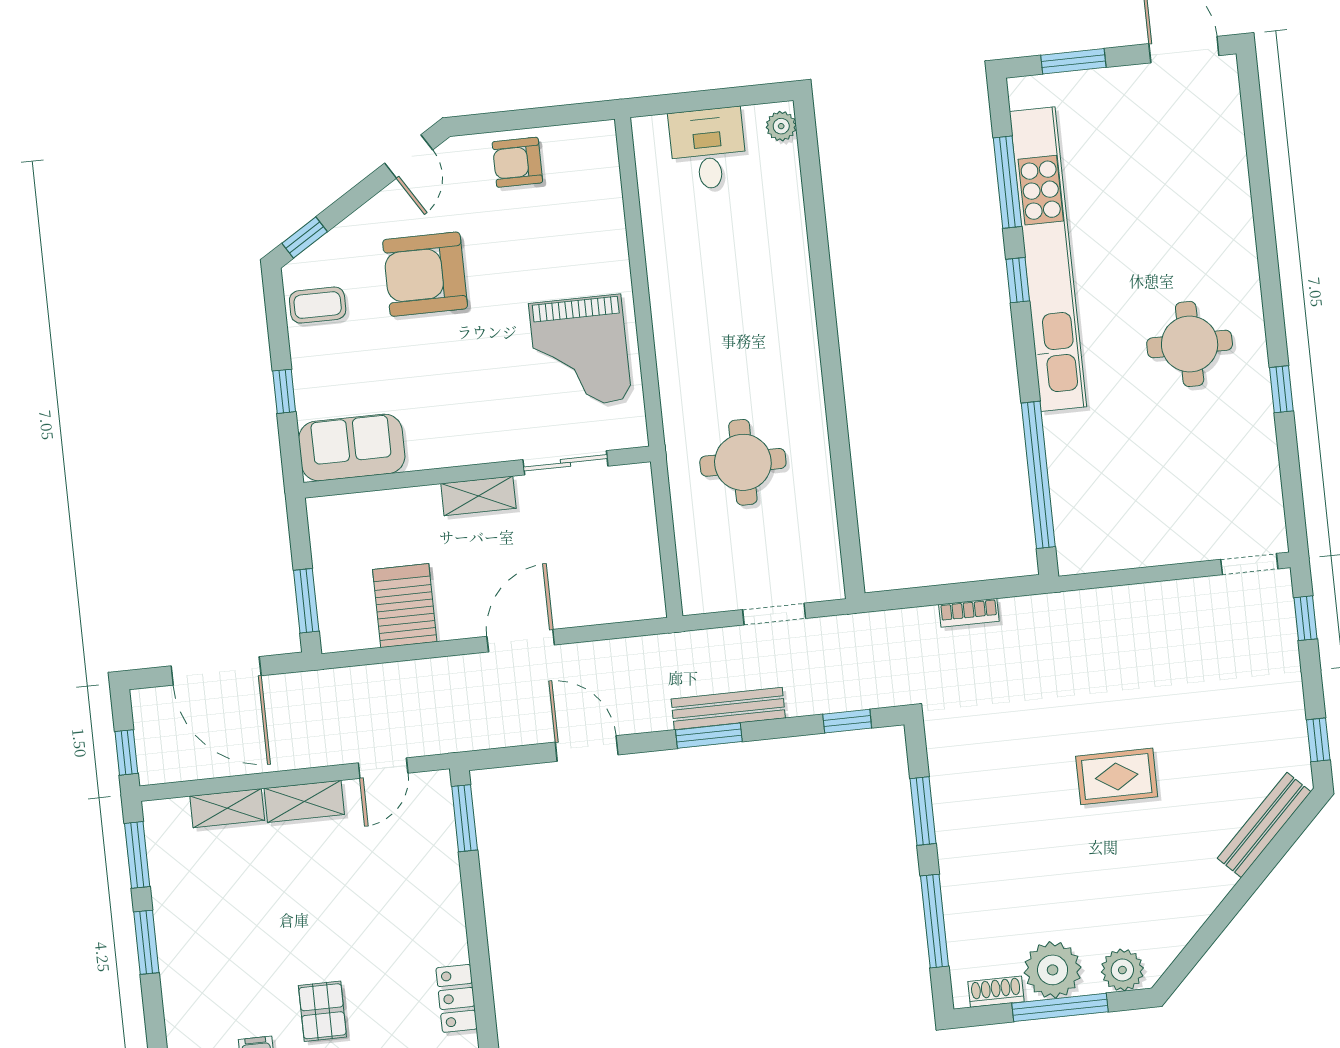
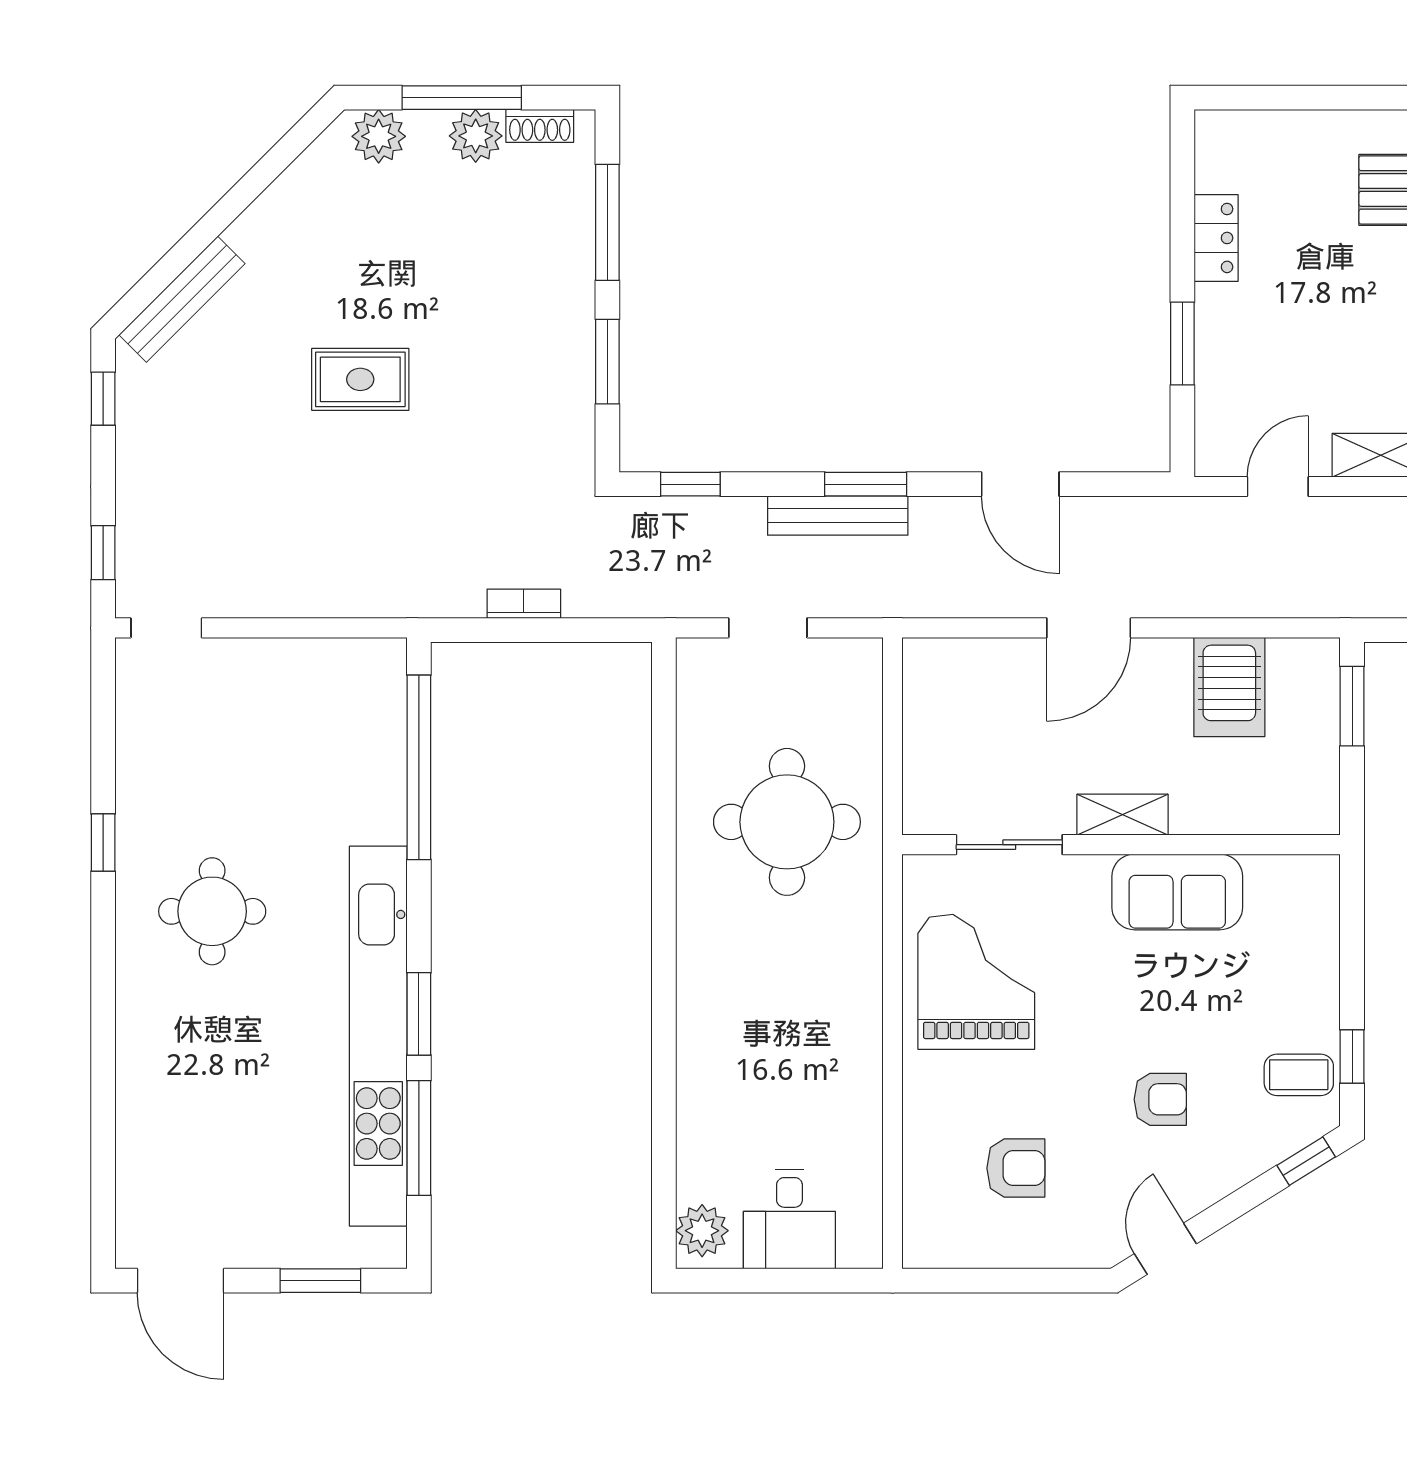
plant: (781, 126) -> (702, 1231), width x1.38, depth x1.38
armchair: (517, 162) -> (1016, 1168), moved
armchair: (425, 274) -> (1160, 1099), width x0.53, depth x0.53
window: (1018, 280) -> (419, 1014), width x1.50
window: (284, 391) -> (1352, 1056), moved
sofa: (352, 448) -> (1177, 892), moved
round table: (743, 462) -> (787, 822), width x1.36, depth x1.36
window: (465, 818) -> (1182, 344), moved
plant: (1053, 970) -> (476, 136), width x0.73, depth x0.73
locker: (457, 998) -> (1216, 238), moved

